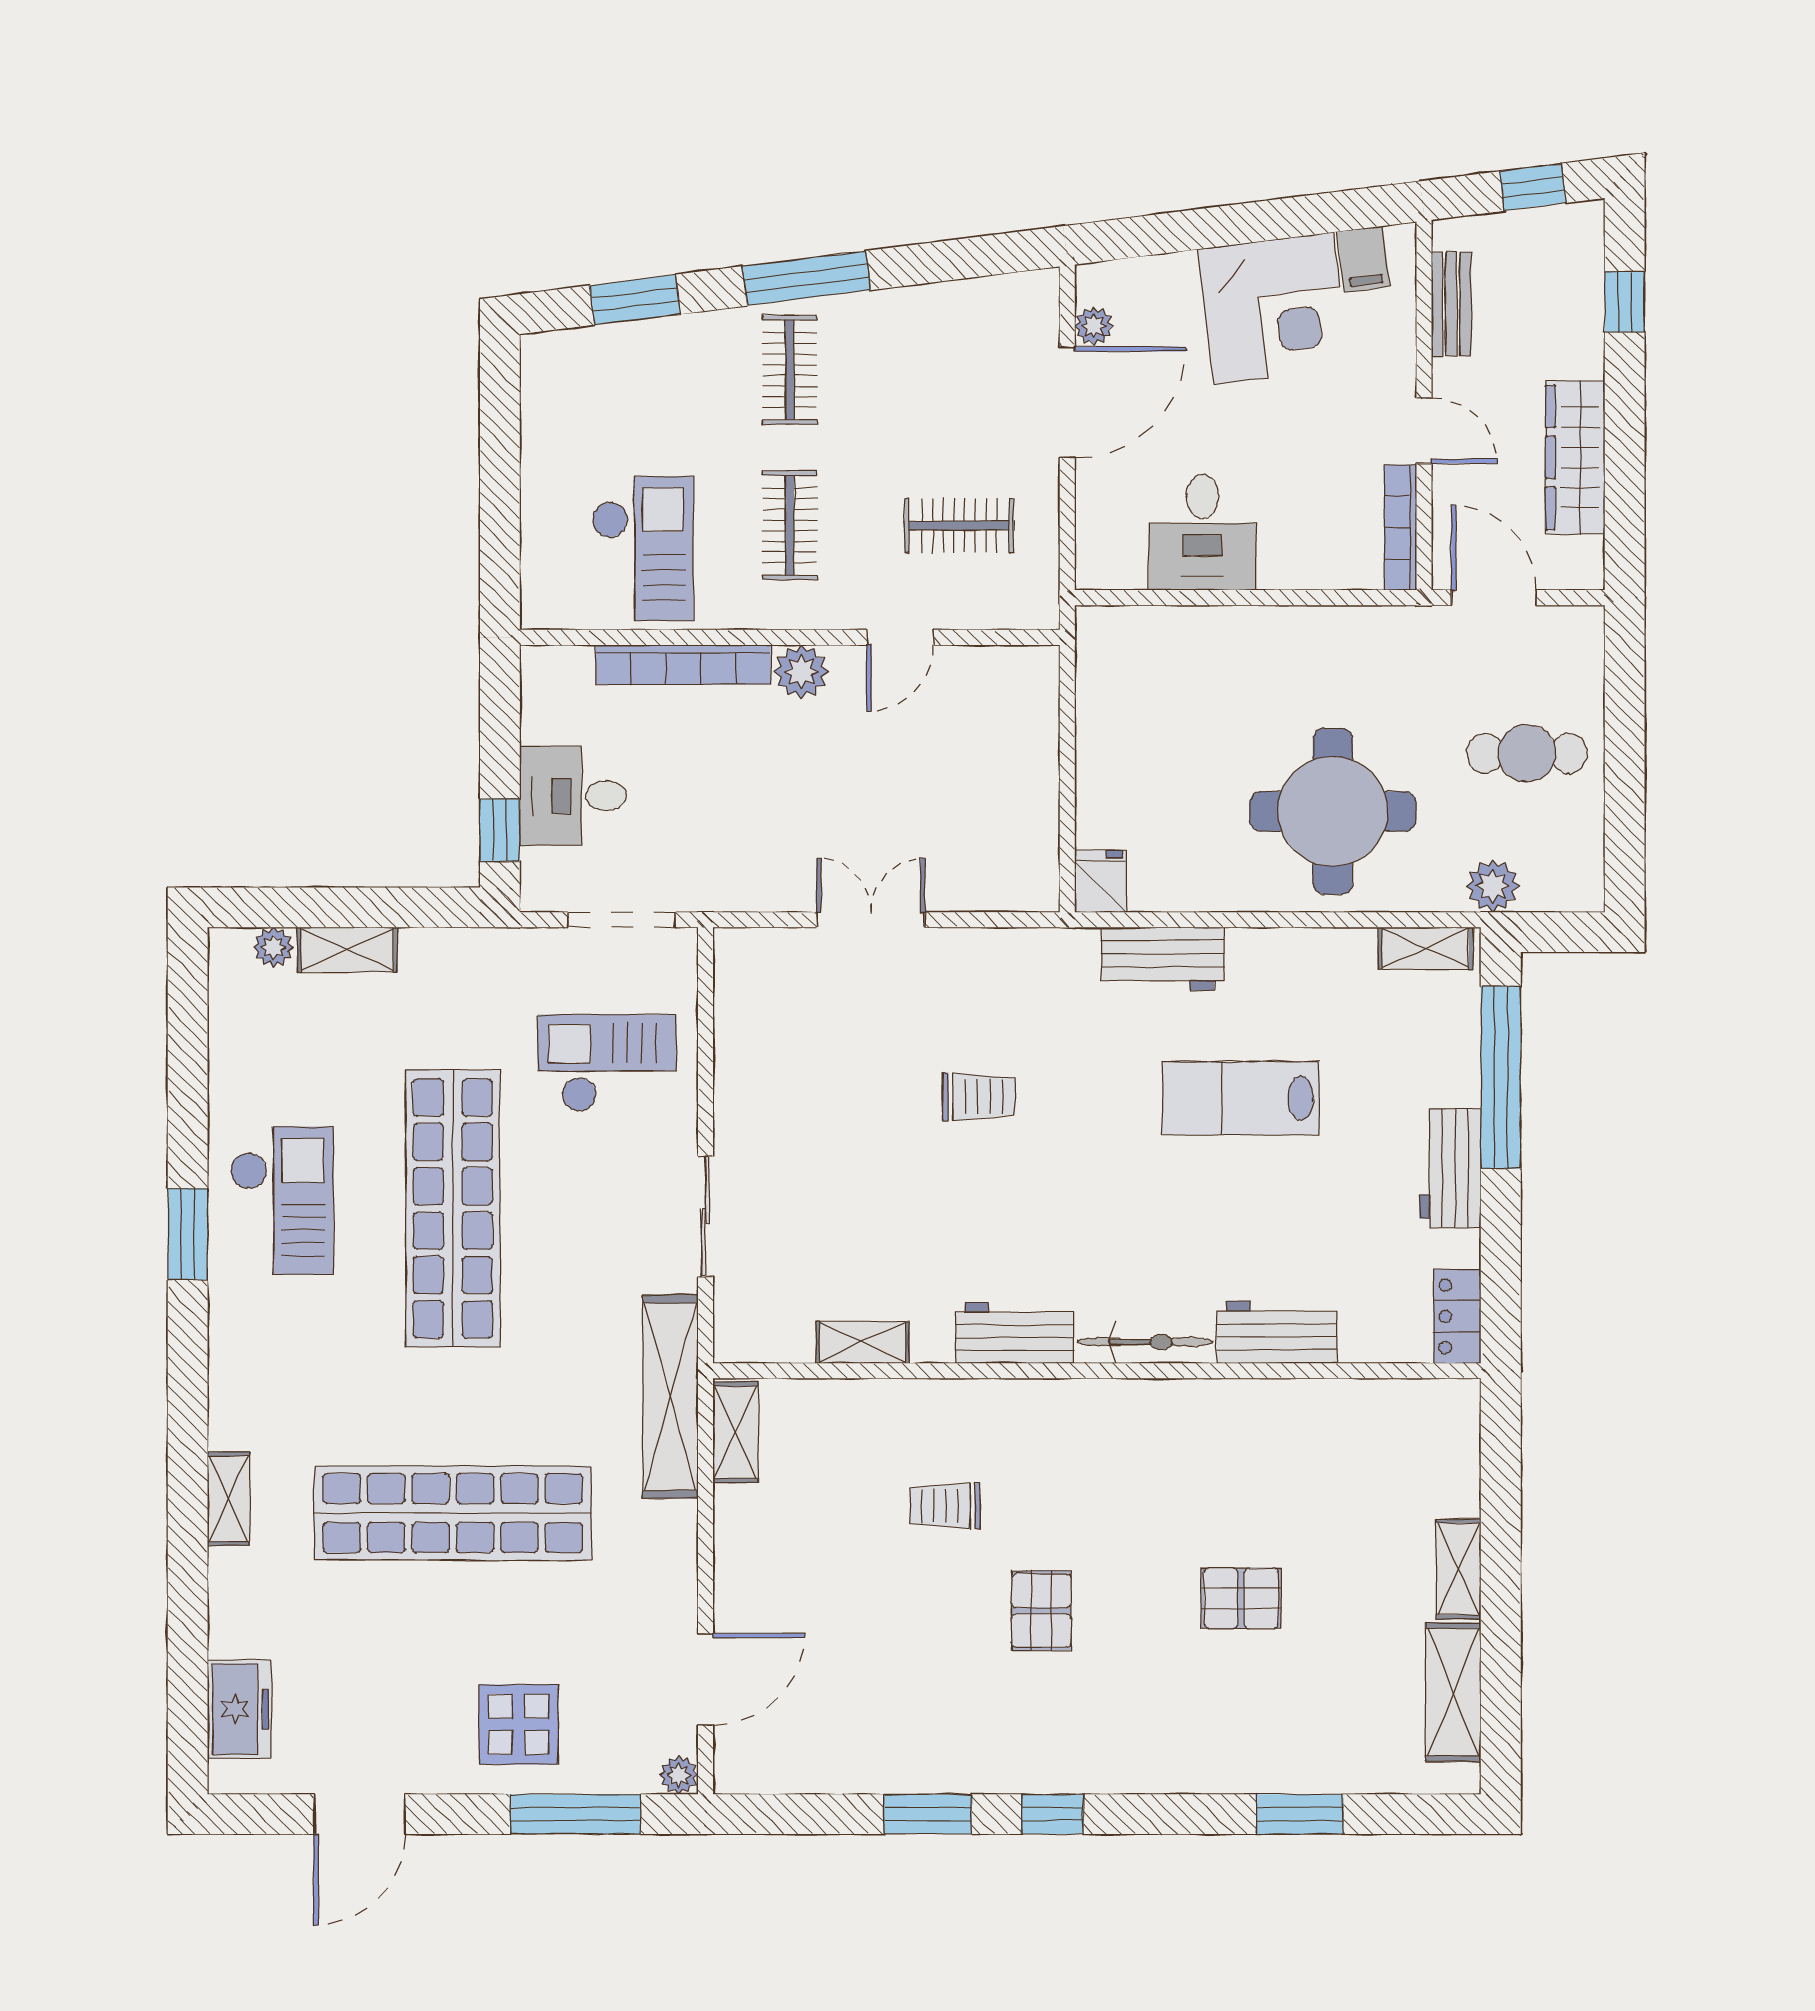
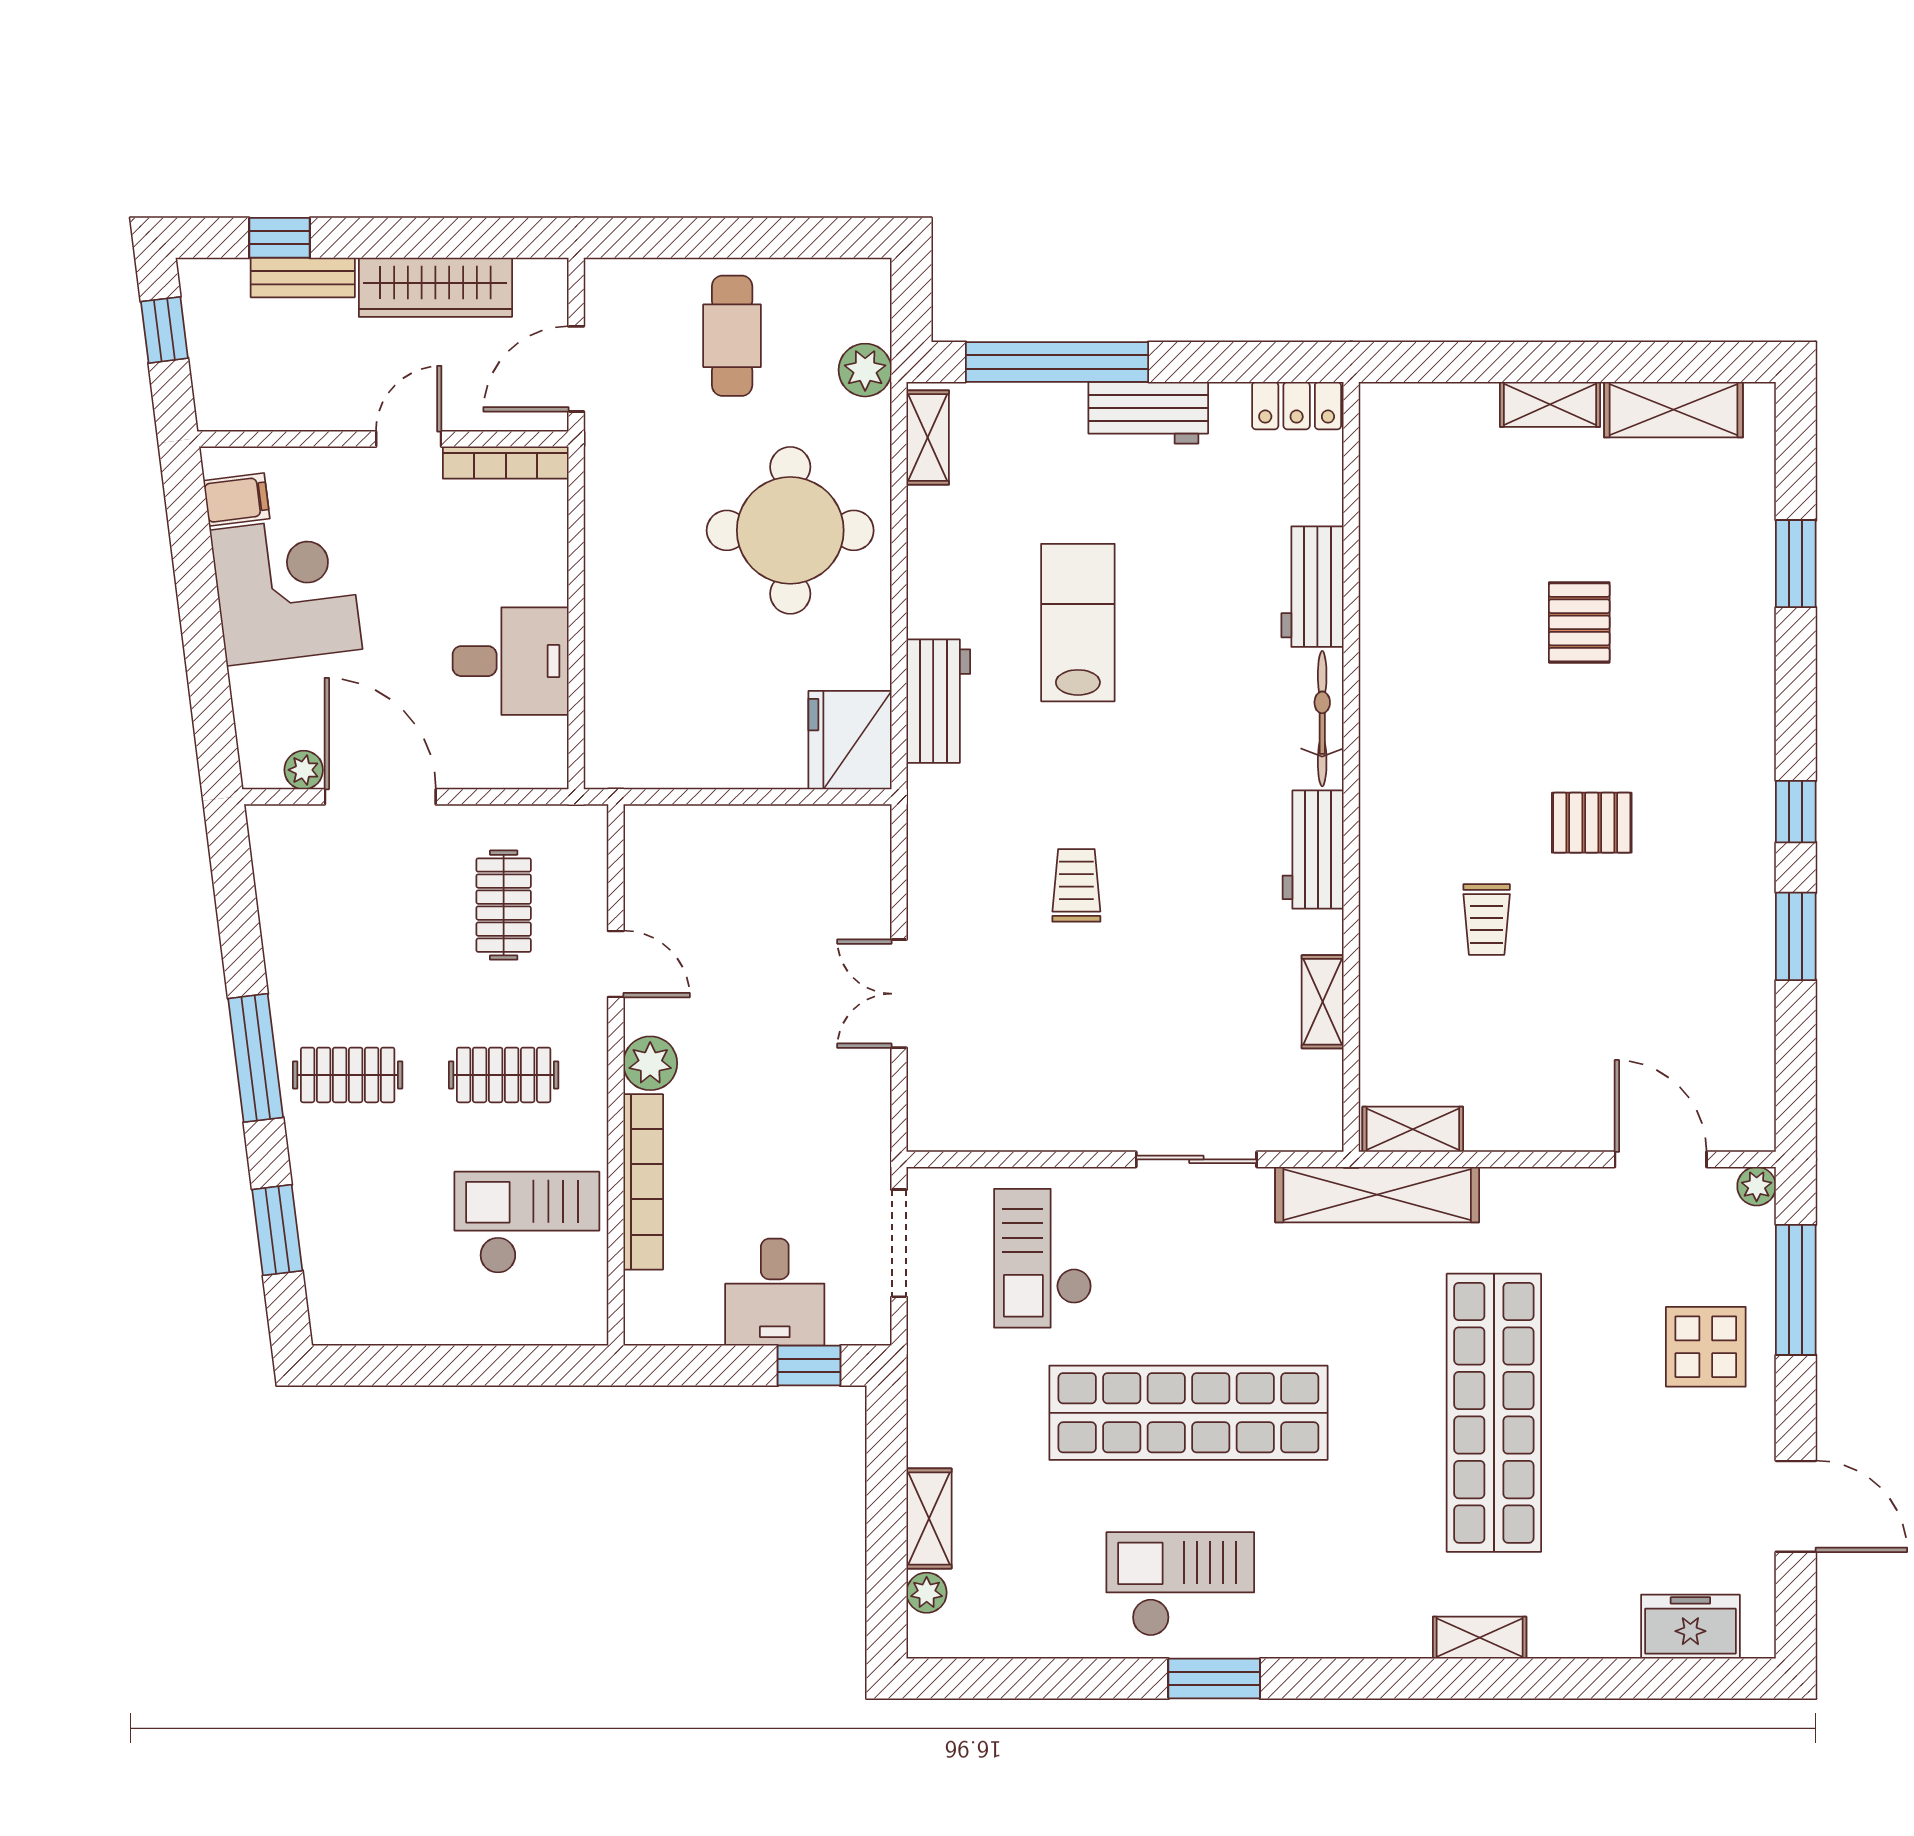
bench: (1451, 304) -> (303, 278), moved
fridge: (1101, 881) -> (850, 740), width x1.88, depth x1.34
lab bench: (1241, 1098) -> (1078, 623), turned 180

